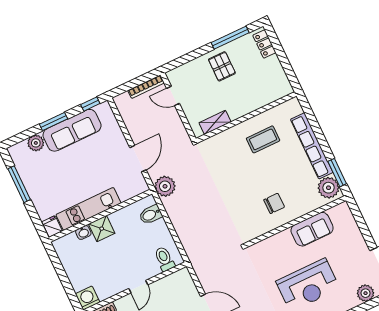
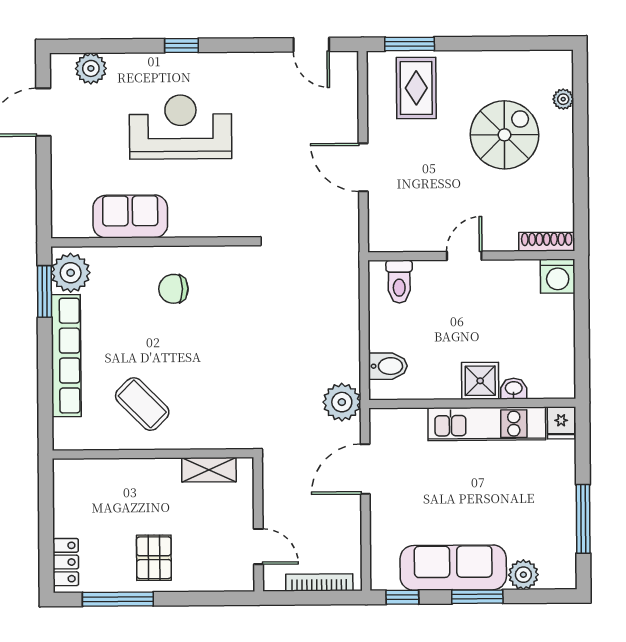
bookcase: (146, 87) -> (319, 582), moved
coffee table: (263, 139) -> (142, 404), turned 45

